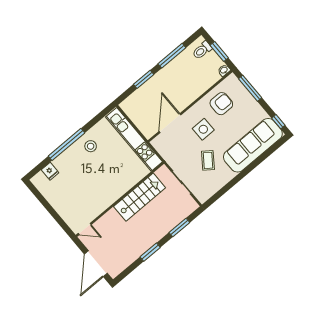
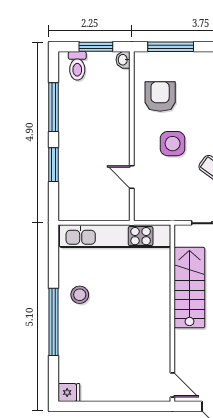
door: (170, 123) -> (132, 177), width x0.53
fridge: (50, 171) -> (69, 393), moved
door: (85, 229) -> (172, 385), hinge flipped

